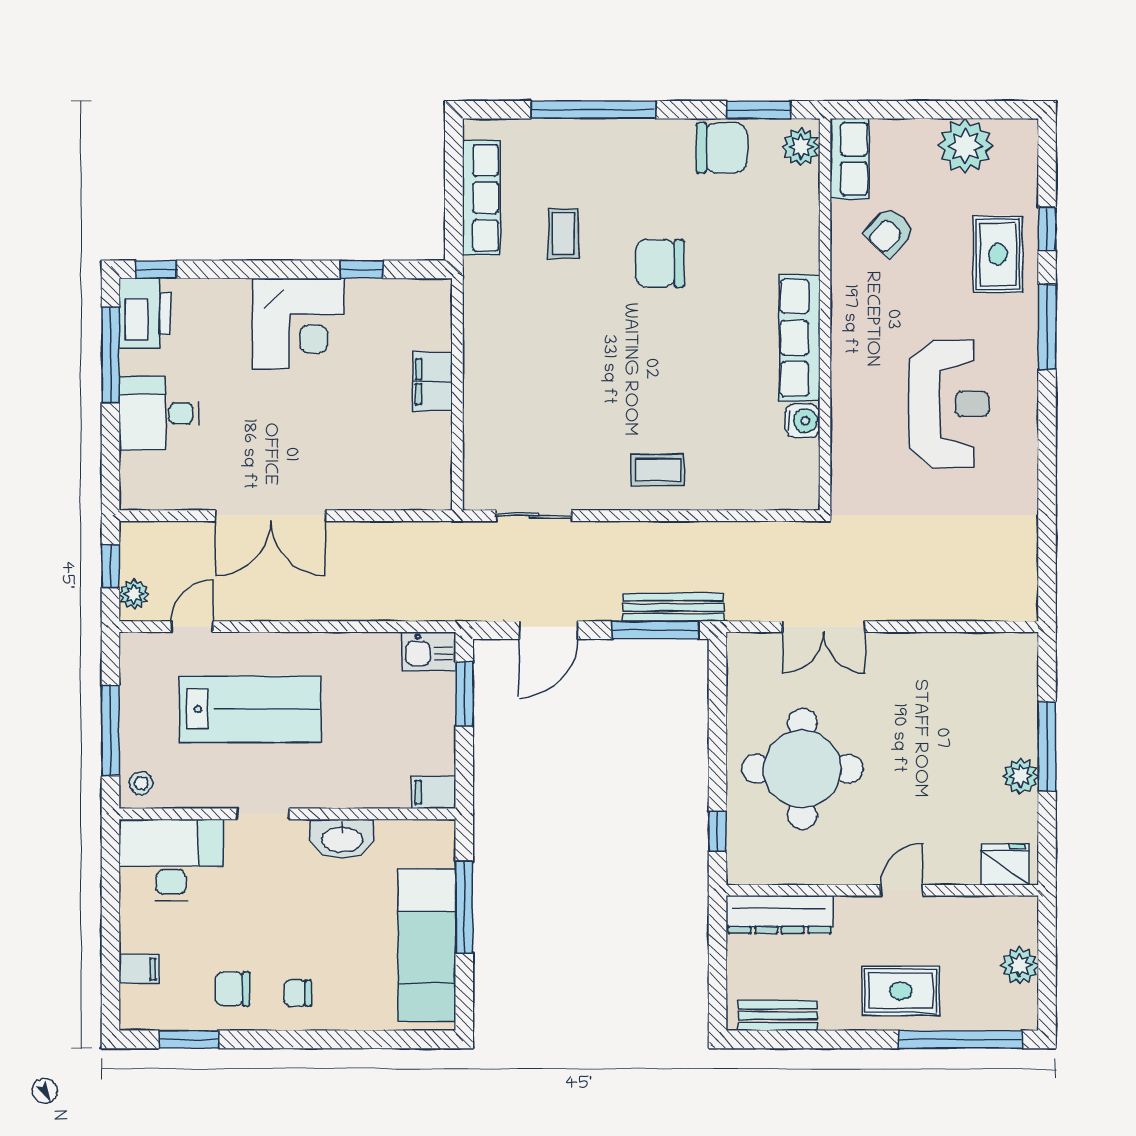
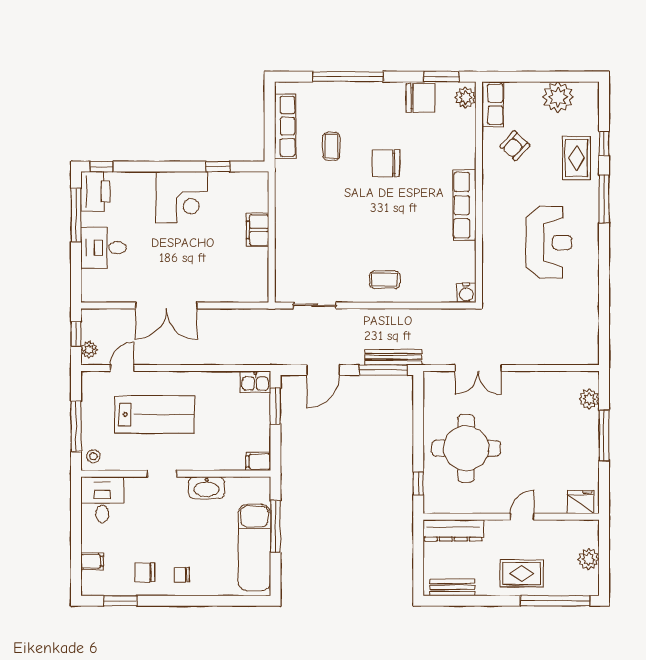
water cooler: (803, 421) -> (466, 293), moved, turned 90
plant: (1021, 776) -> (589, 399), moved
desk: (171, 860) -> (102, 500), width x0.73

